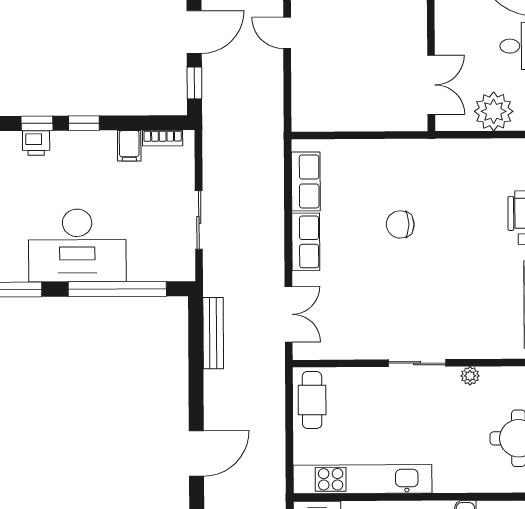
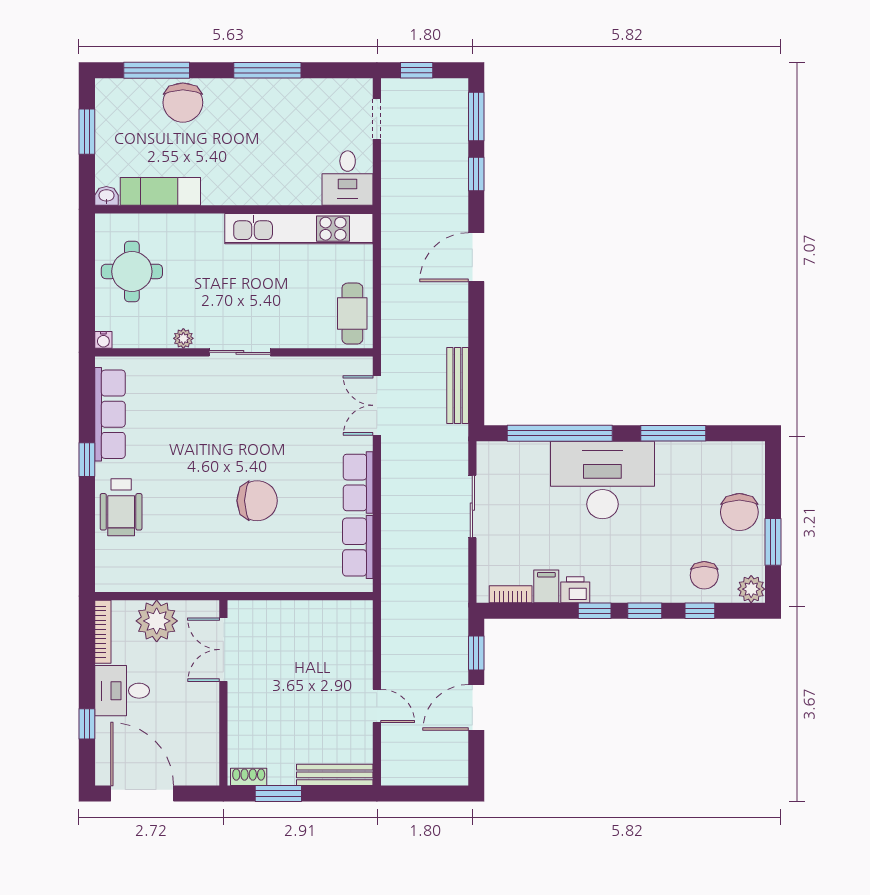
printer: (36, 143) -> (575, 590), moved
chair: (400, 224) -> (257, 501), width x1.37, depth x1.37

